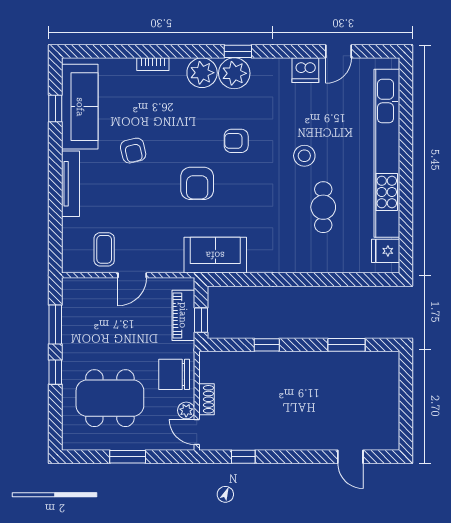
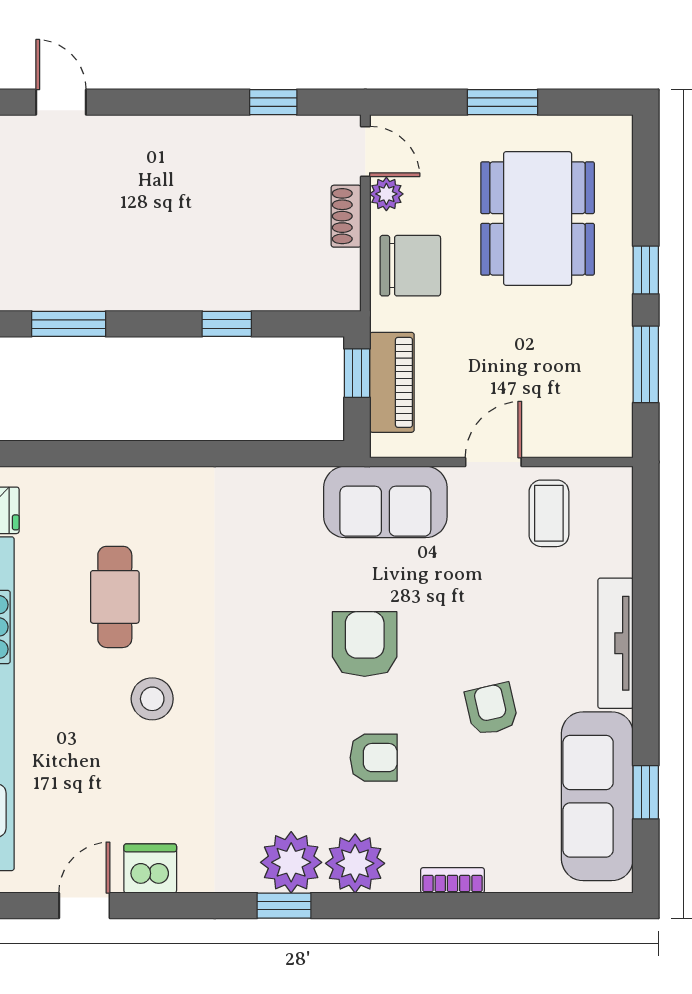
armchair: (236, 141) -> (374, 758), moved
sofa: (215, 255) -> (385, 502), moved
dining table: (110, 398) -> (538, 218), turned 90

